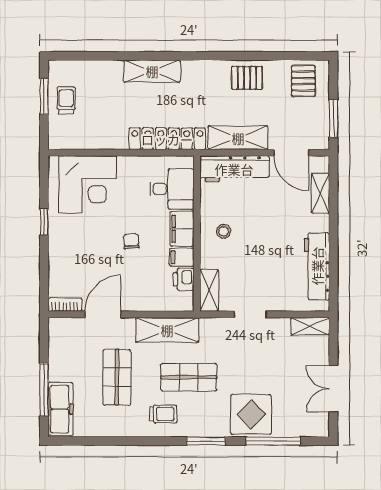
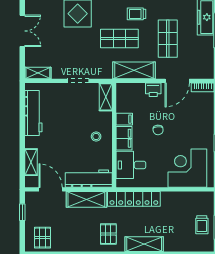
pallet: (247, 78) -> (108, 234), moved, turned 90
window: (333, 119) -> (22, 212), width x0.67
printer: (184, 279) -> (153, 90), moved, turned 90

